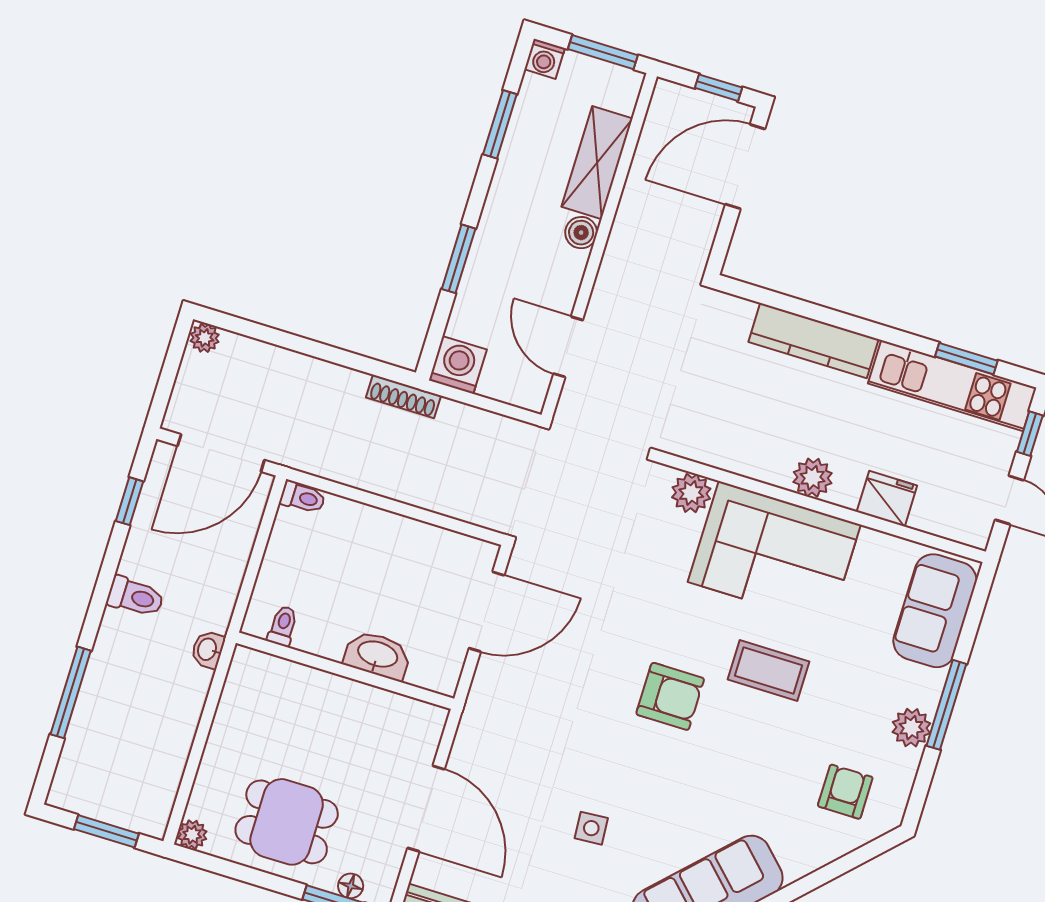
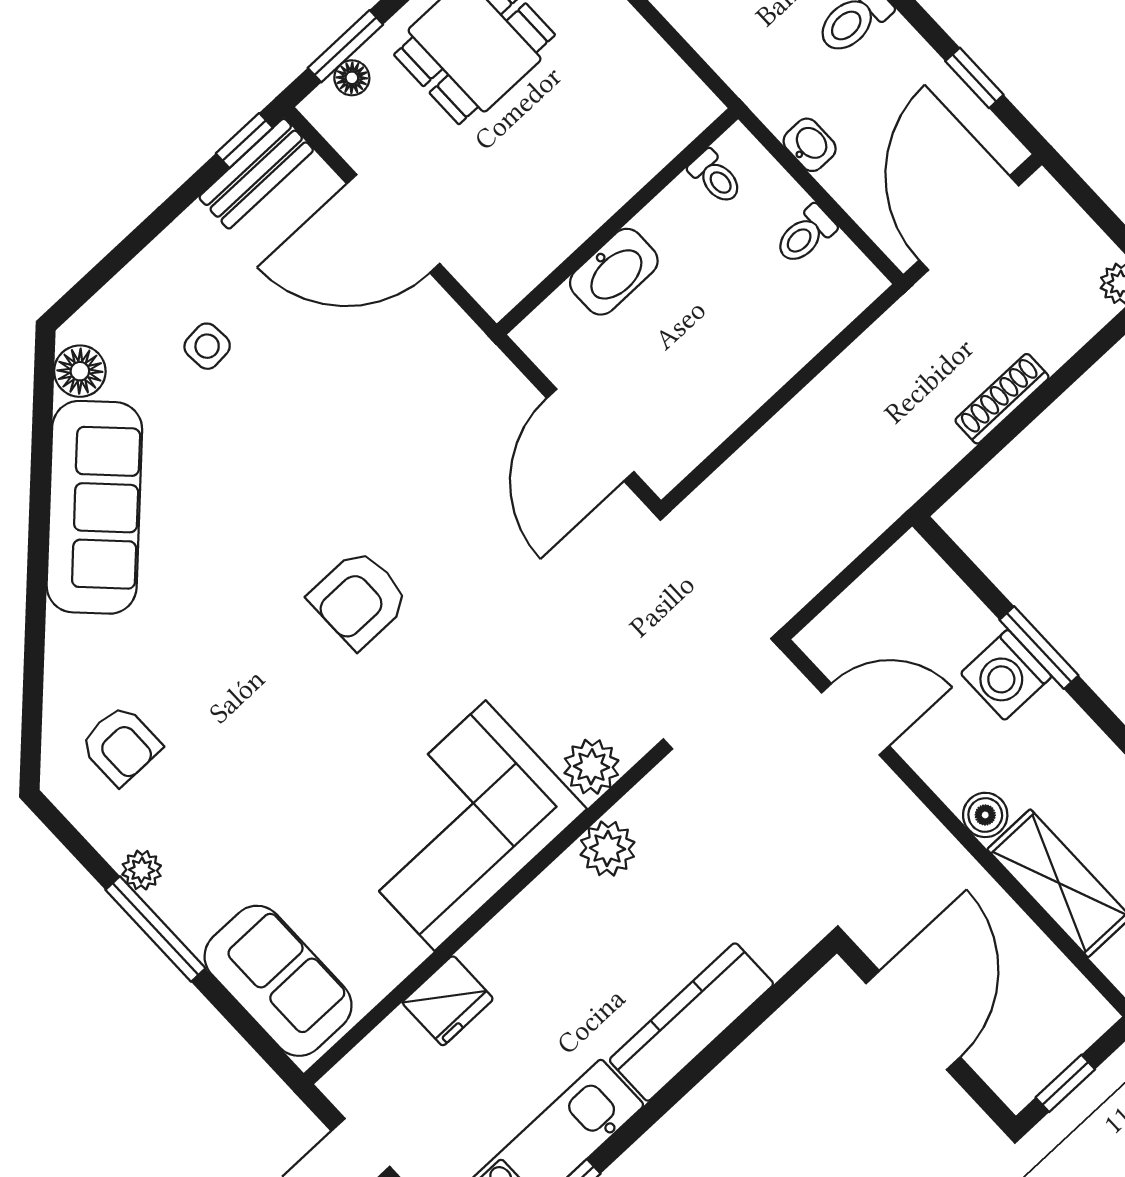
door: (745, 167) -> (913, 1020), moved
washing machine: (458, 365) -> (1006, 675), moved, turned 90
shoe rack: (403, 396) -> (1002, 399), moved
plant: (813, 478) -> (607, 849), moved
toilet: (303, 497) -> (805, 235), moved
washbasin: (208, 649) -> (810, 145), moved
coffee table: (768, 670) -> (322, 737), removed
plant: (911, 728) -> (142, 870), width x0.73, depth x0.73
side table: (591, 828) -> (207, 346), moved

